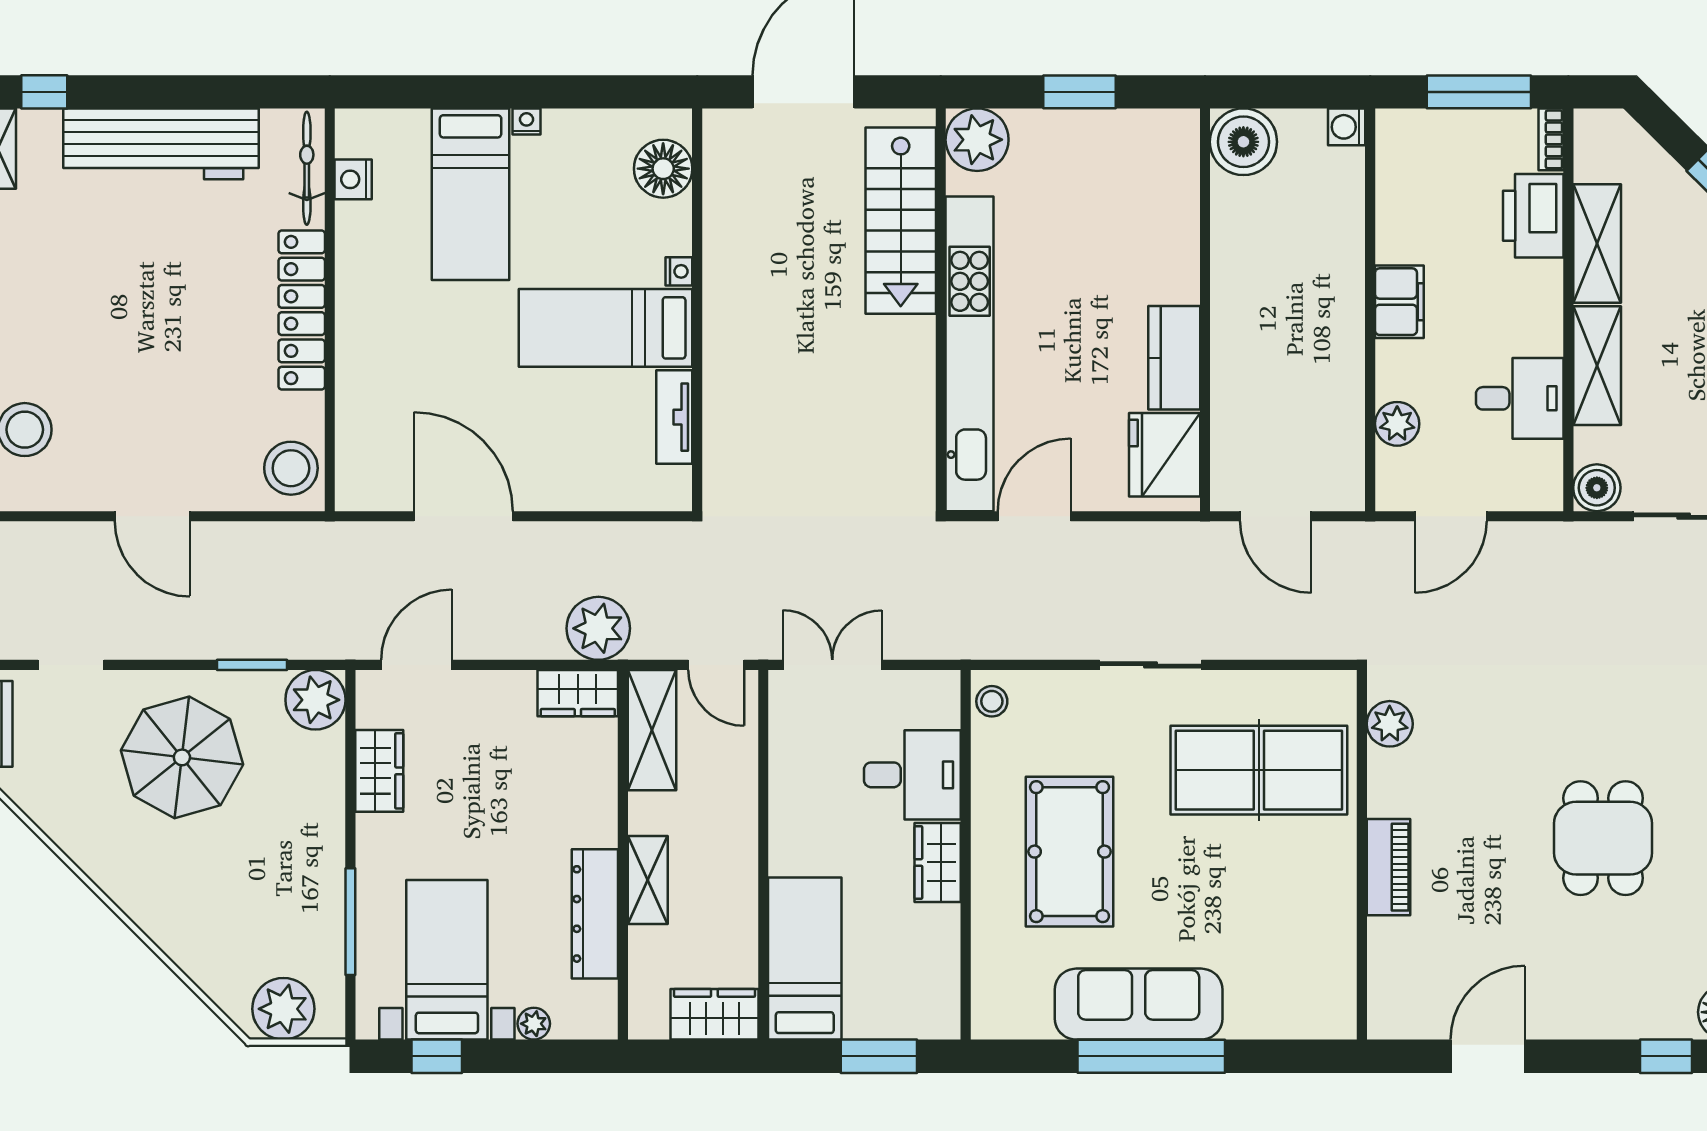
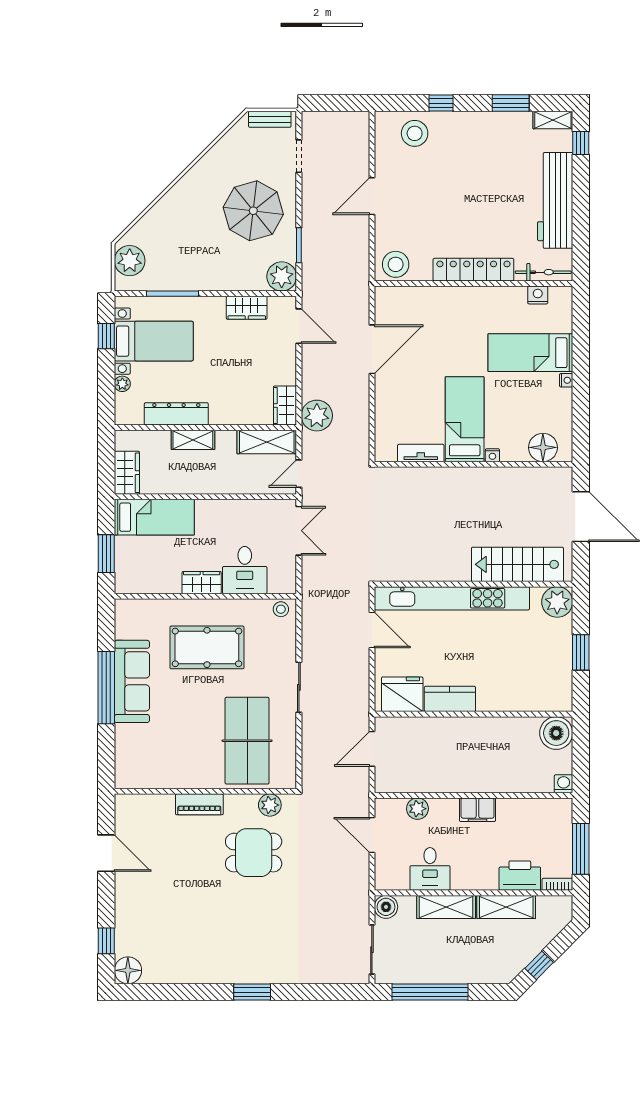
dining table: (1603, 838) -> (254, 853), moved

